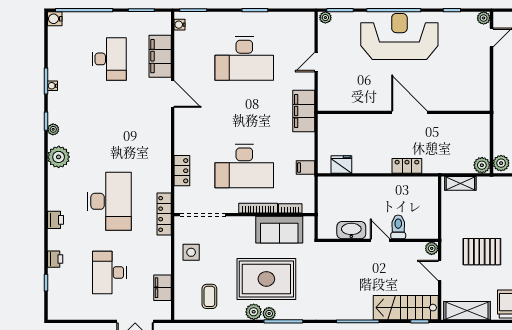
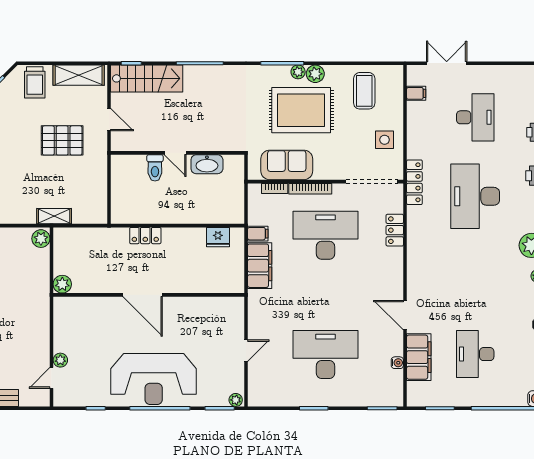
plant: (484, 18) -> (60, 360), moved
water cooler: (180, 25) -> (397, 363), moved
filing cabinet: (304, 111) -> (260, 266), moved
plant: (482, 165) -> (62, 284), moved
shelving: (460, 183) -> (54, 216), moved
plant: (432, 248) -> (118, 144), removed
filing cabinet: (163, 288) -> (416, 93), width x0.50
coffee table: (209, 296) -> (364, 91), width x1.36, depth x1.30

